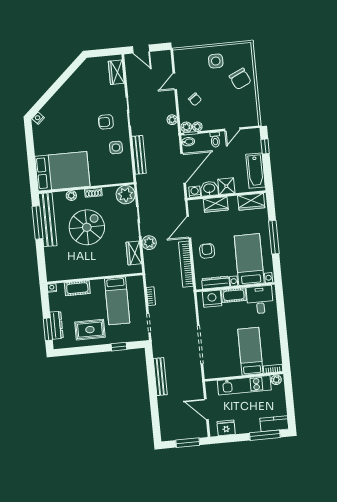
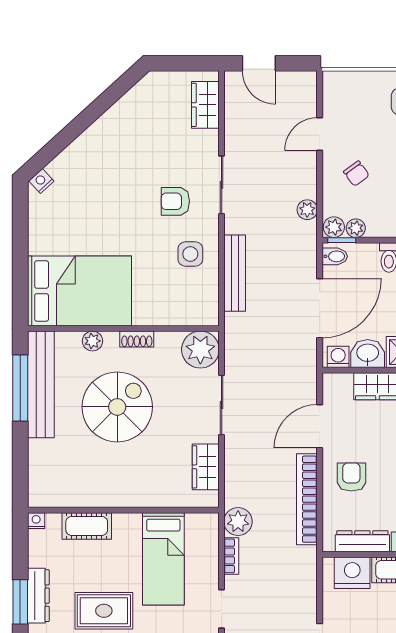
plant: (149, 243) -> (238, 522), moved

